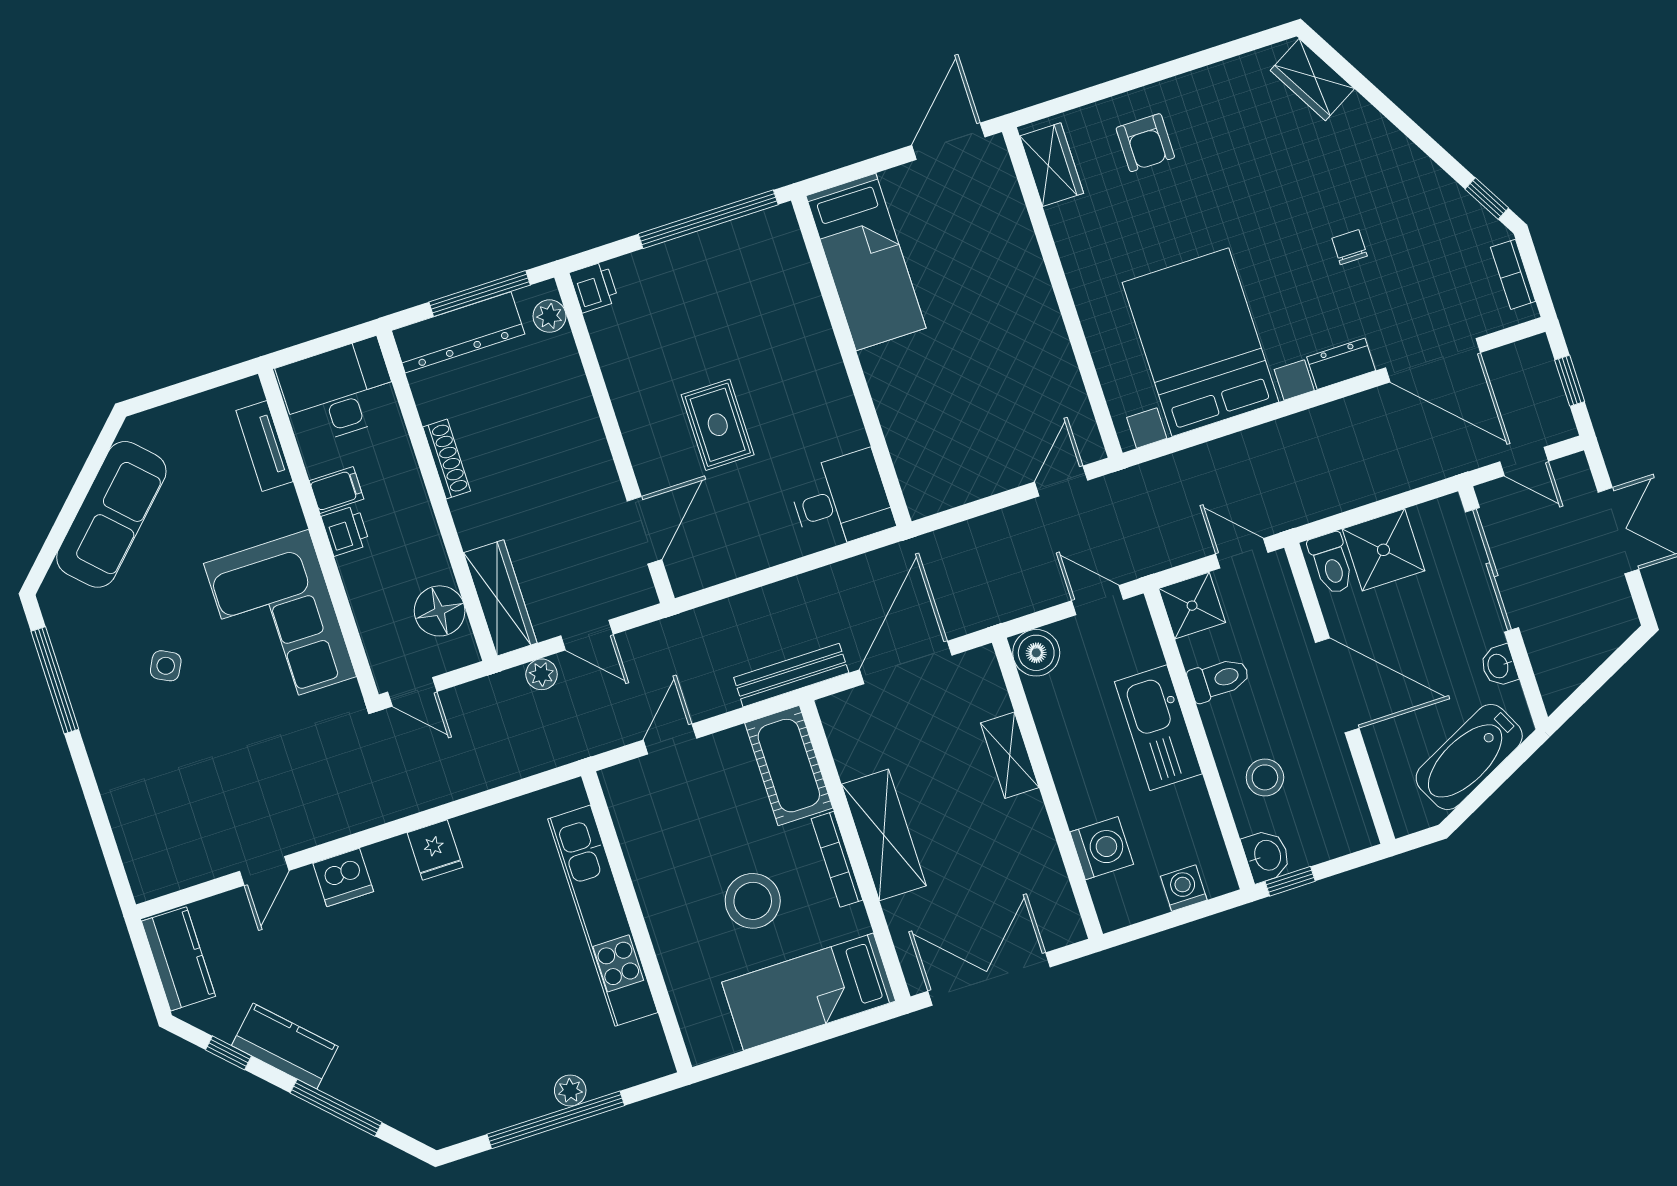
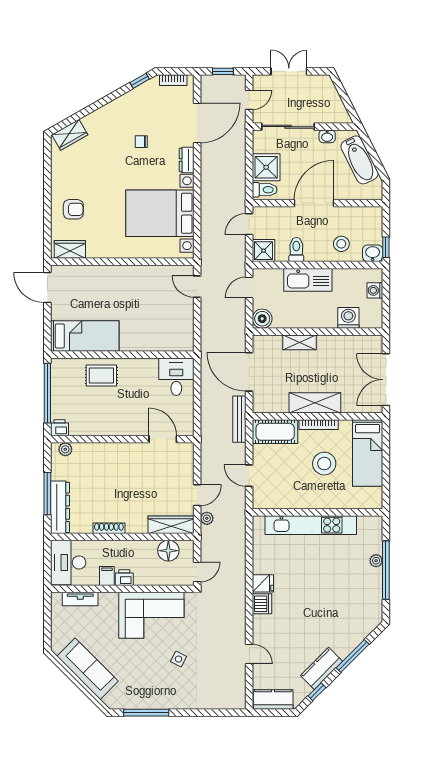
printer: (594, 287) -> (59, 428), moved
plant: (549, 316) -> (65, 449), moved
rug: (718, 425) -> (101, 376), moved
wall: (614, 438) -> (122, 439), moved
door: (644, 530) -> (163, 439), moved
side table: (166, 666) -> (179, 659), moved
dishwasher: (343, 877) -> (262, 604), moved

